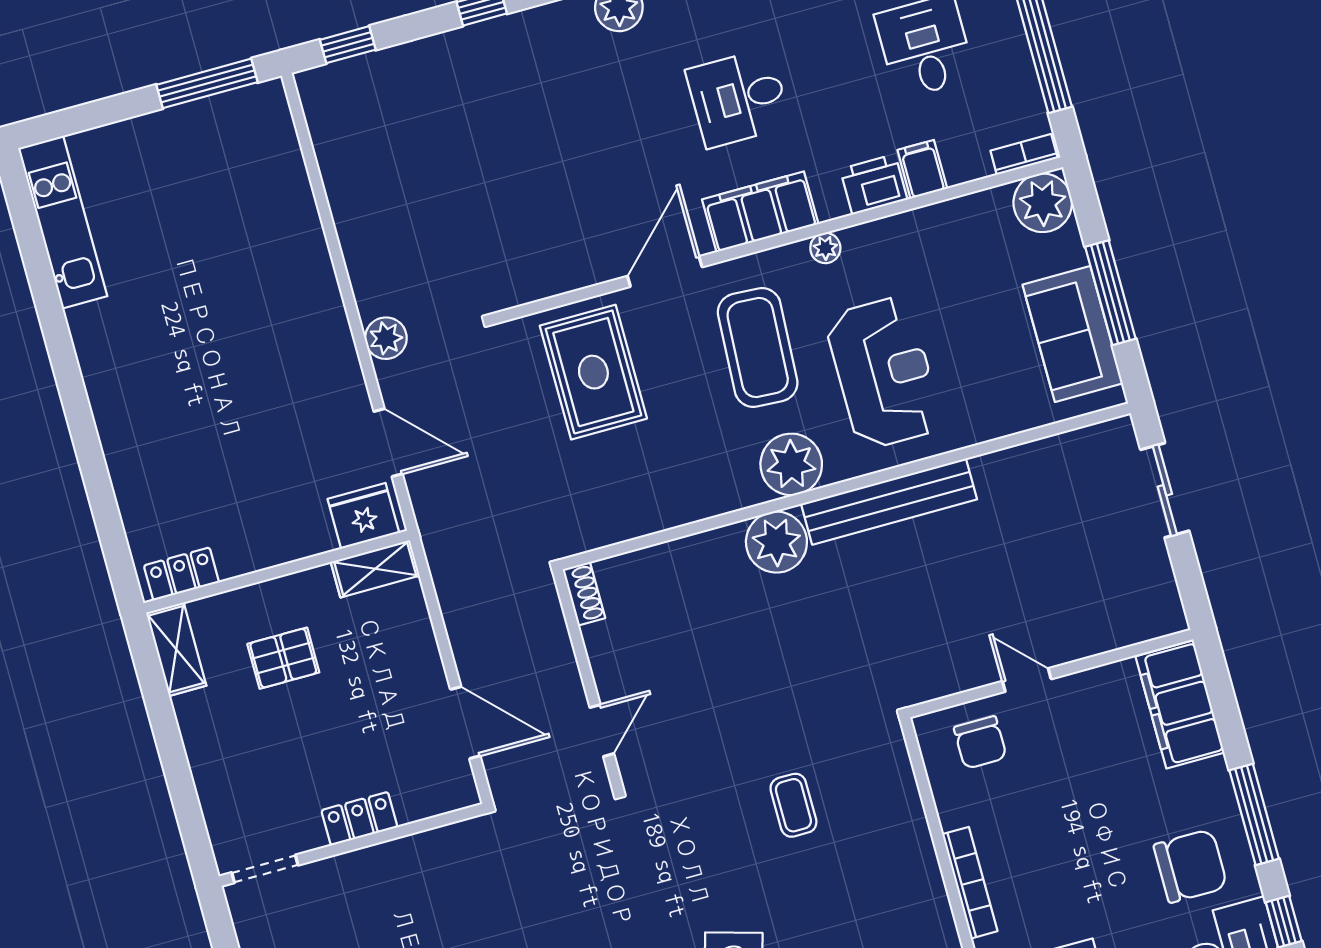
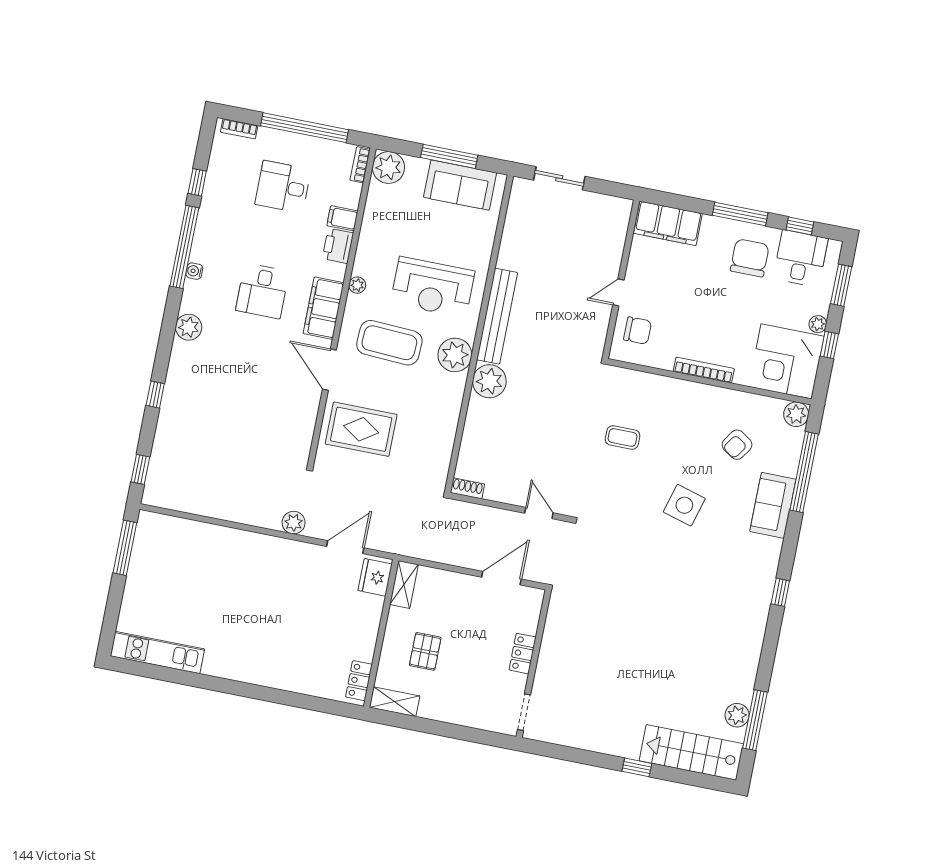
reception desk: (884, 373) -> (433, 287), turned 180

